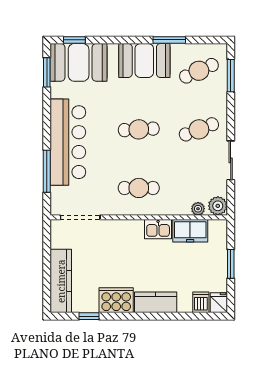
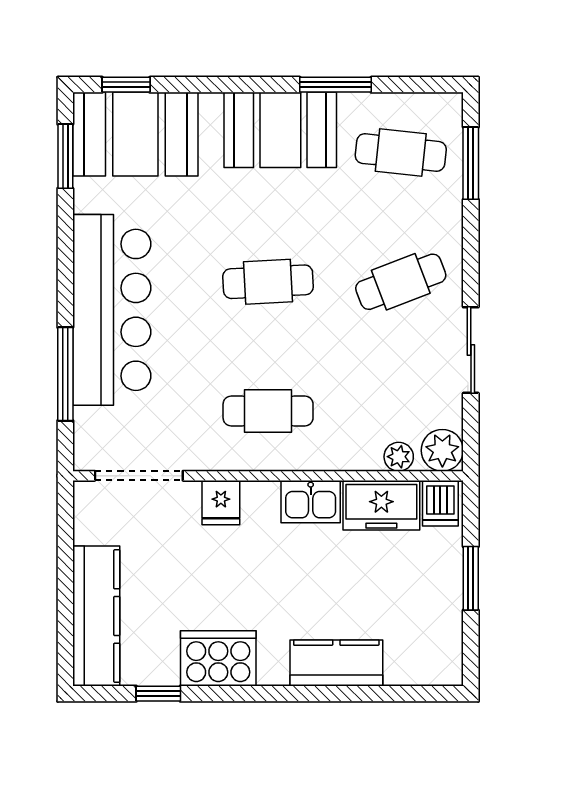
cafe table: (199, 71) -> (401, 152), turned 30
kitchen counter: (156, 302) -> (336, 663), moved
dishwasher: (201, 302) -> (440, 503), moved, turned 180
fridge: (219, 303) -> (221, 503), moved, turned 180

